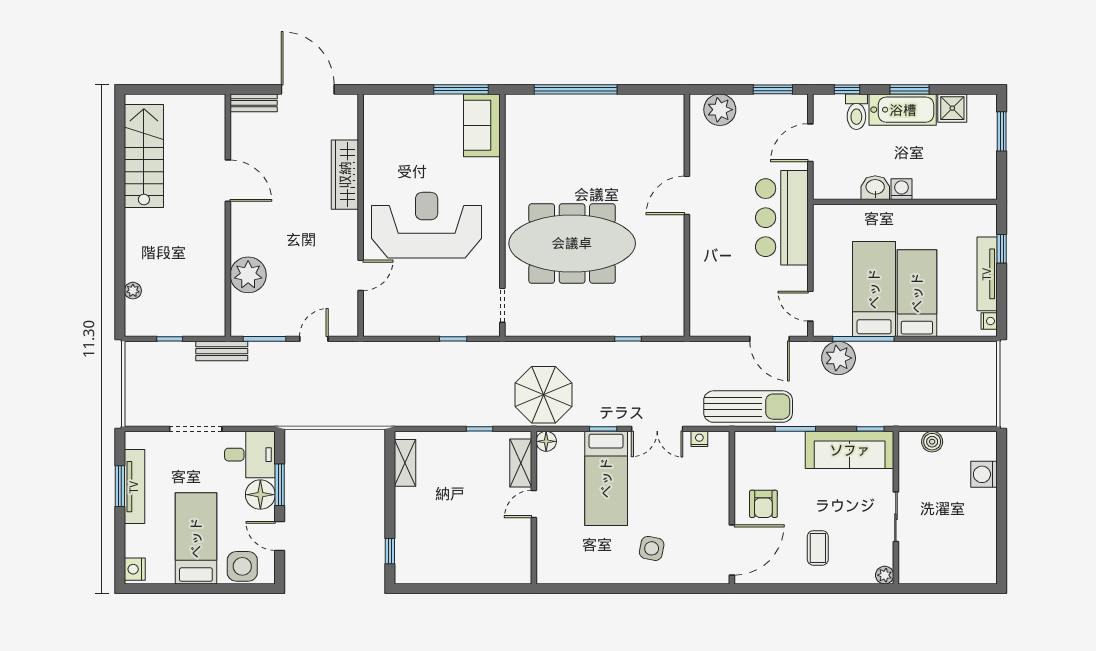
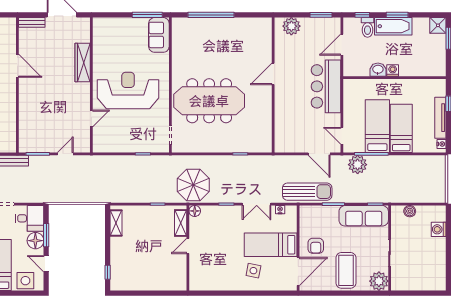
shower: (952, 108) -> (438, 25), moved
plant: (248, 275) -> (29, 118), removed
bed: (606, 478) -> (271, 245), moved, turned 90
coffee table: (818, 548) -> (346, 270), width x1.86, depth x1.72
plant: (885, 575) -> (379, 281), width x1.88, depth x1.88

